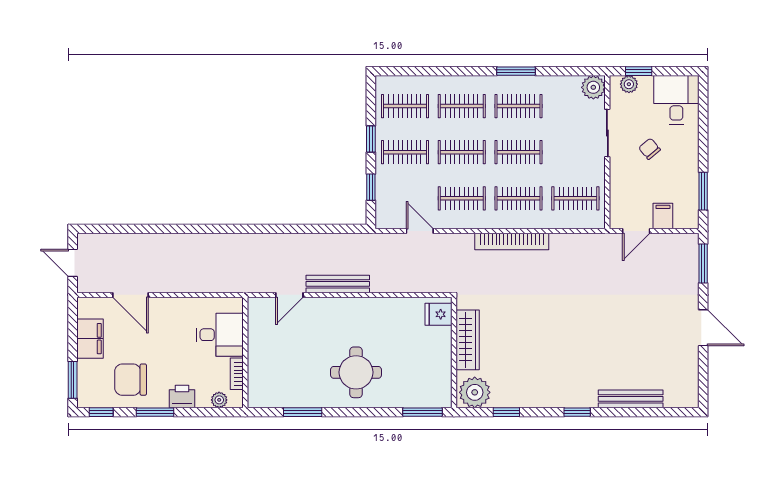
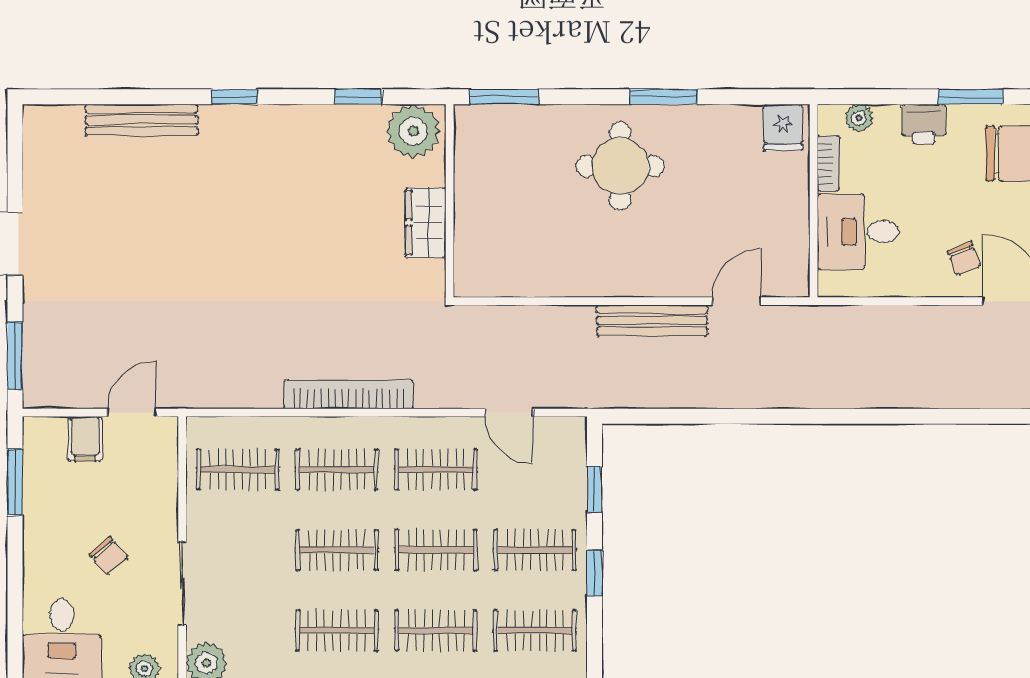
fridge: (438, 314) -> (783, 127), moved, turned 90
chair: (159, 319) -> (964, 259), added
wardrobe: (468, 340) -> (426, 223), width x0.67
window: (303, 412) -> (664, 97), moved

